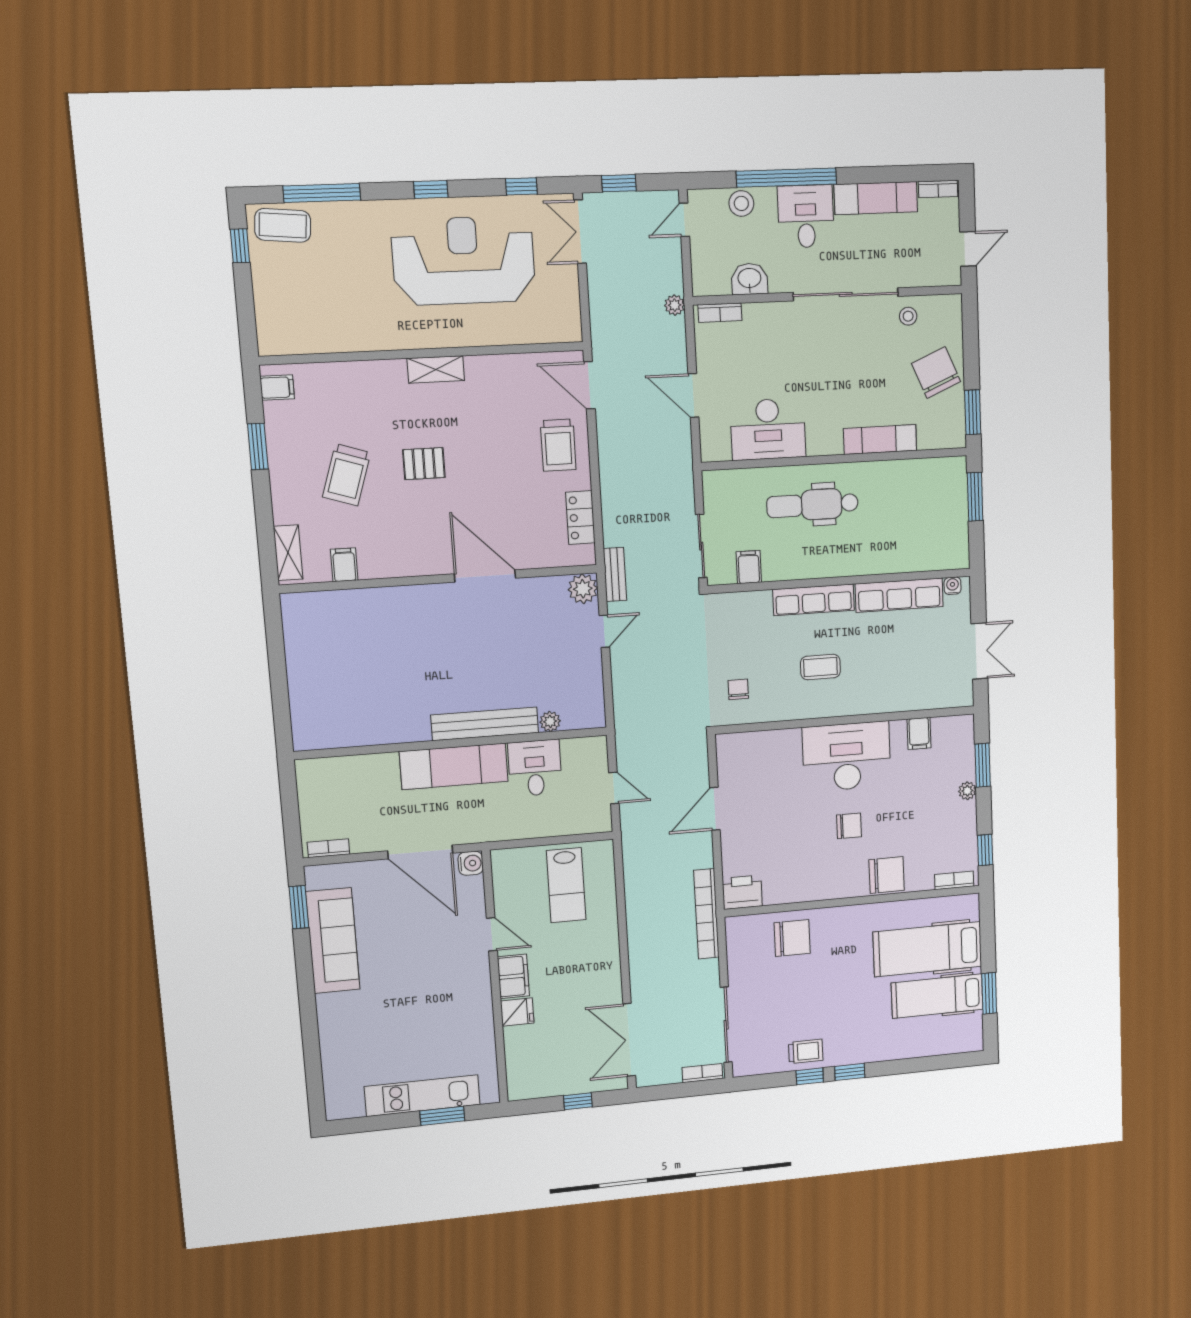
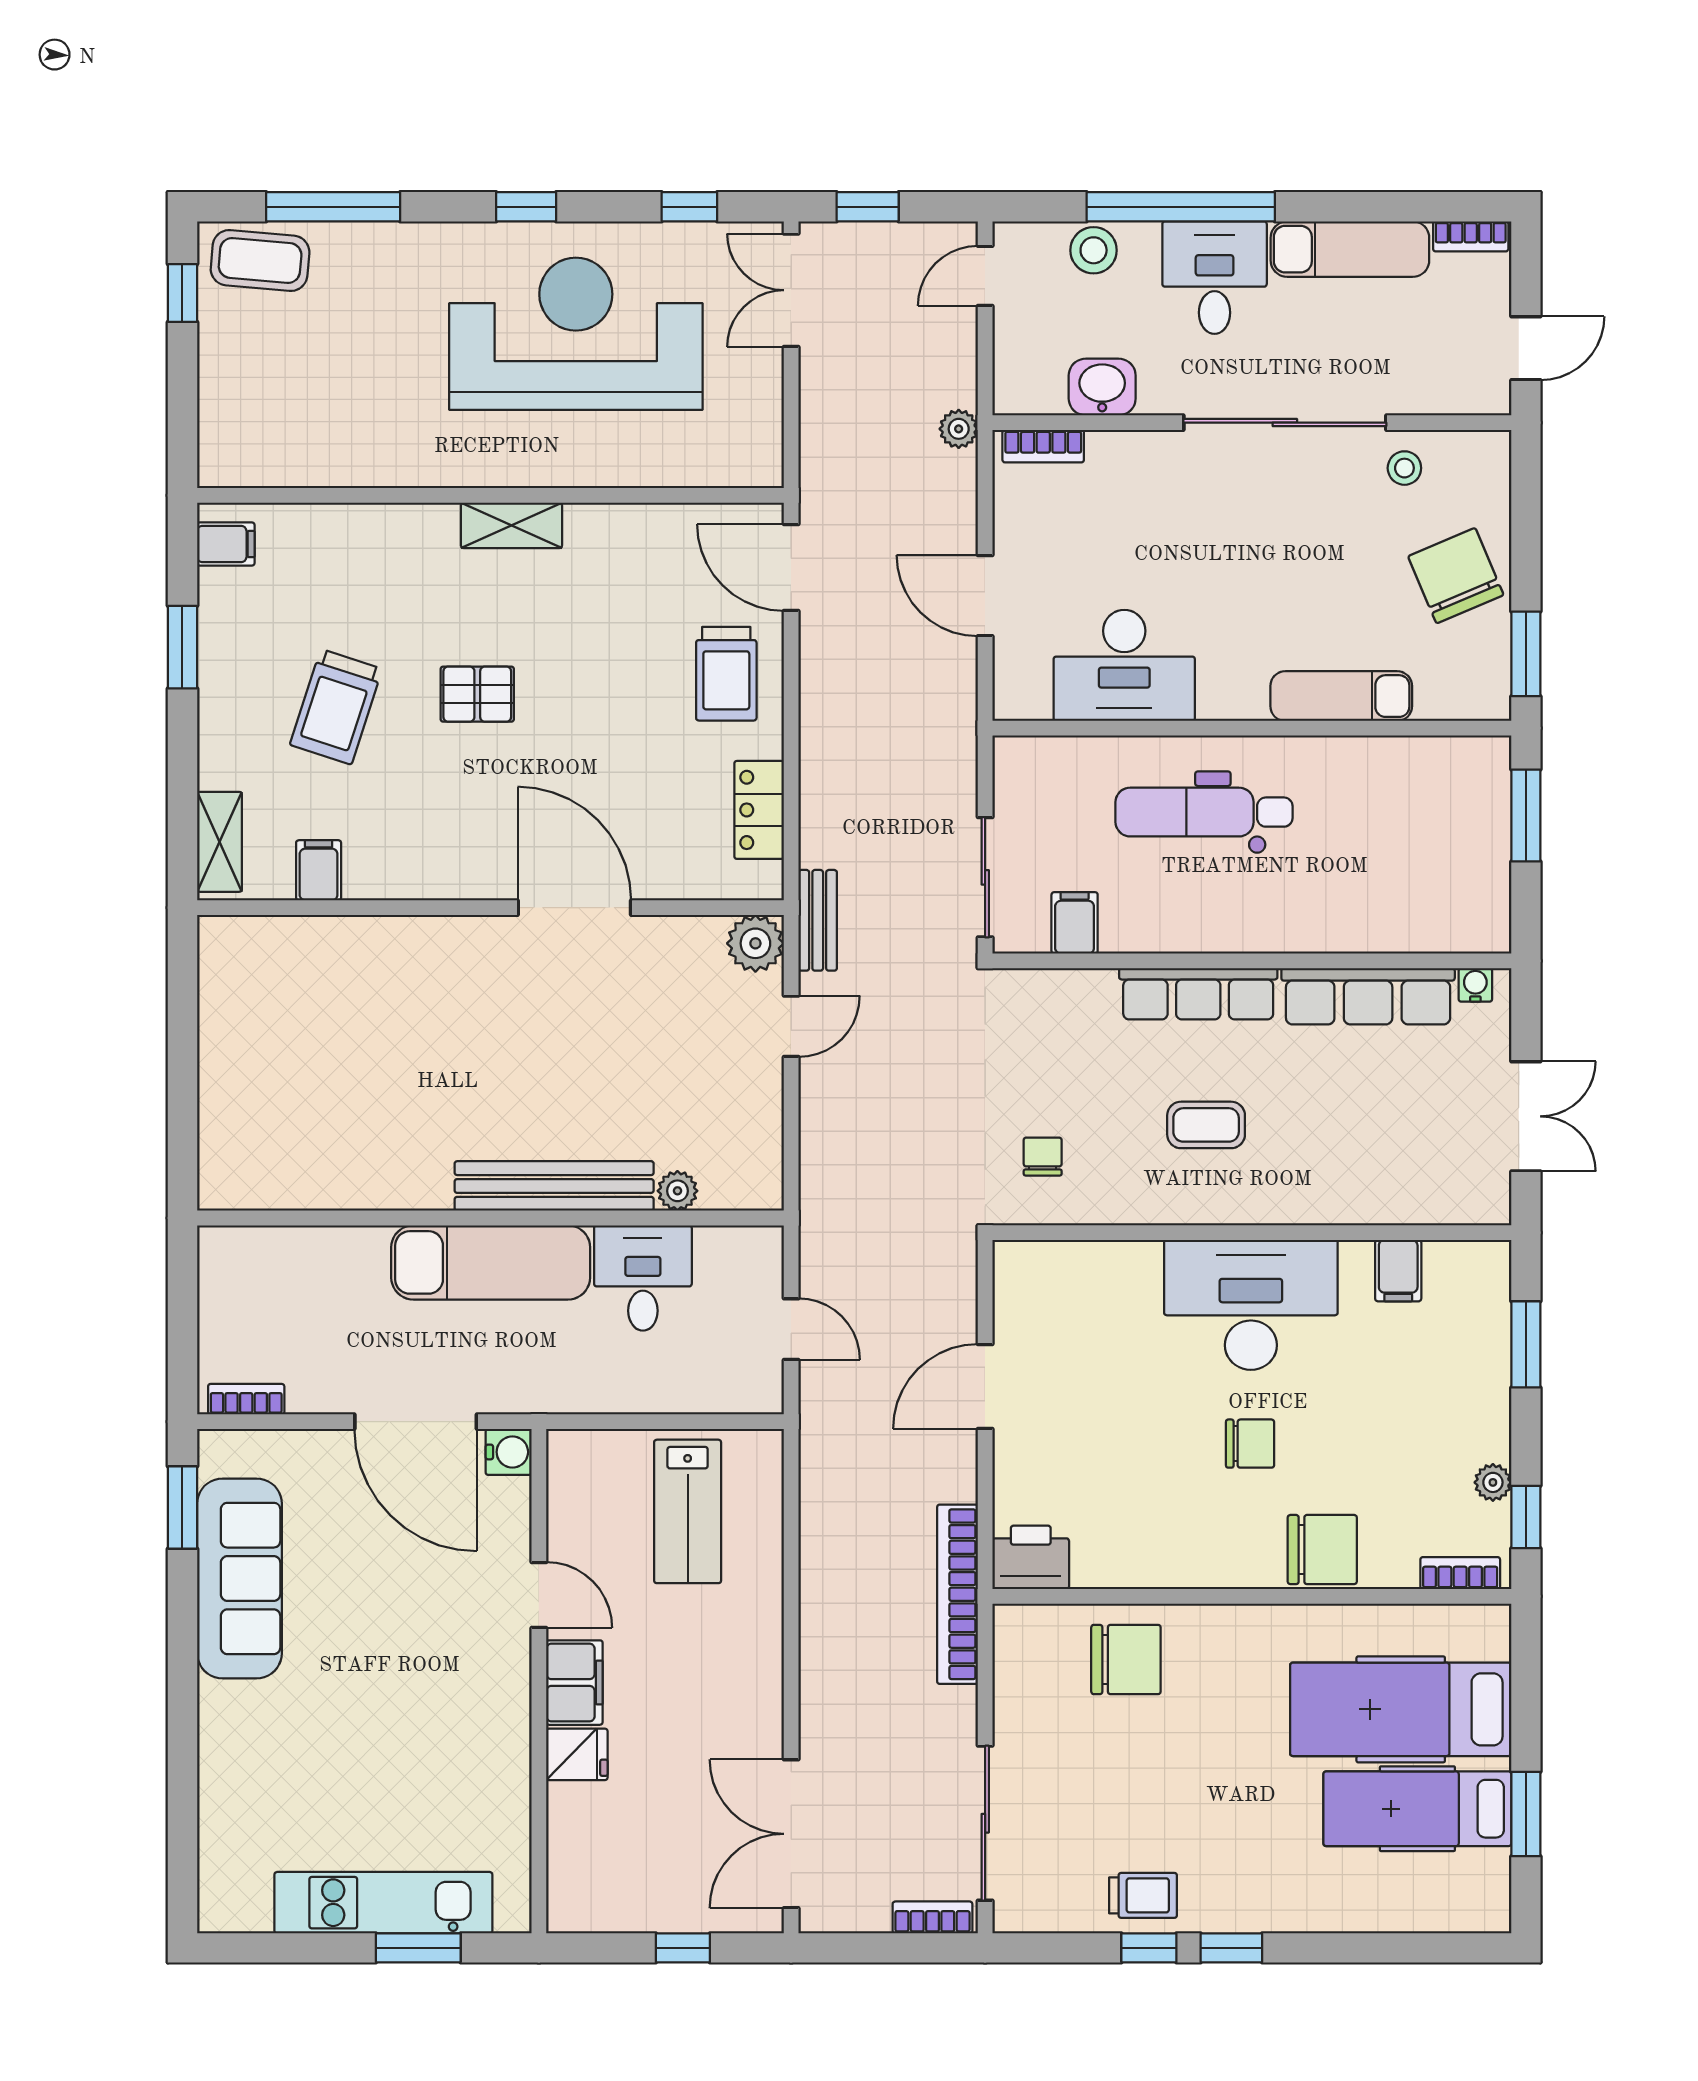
plant: (967, 791) -> (1493, 1482), moved

